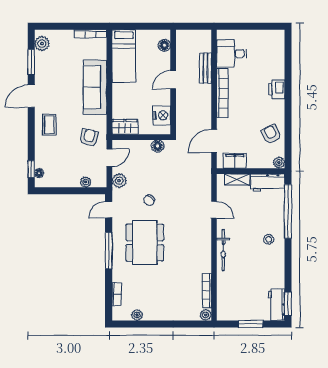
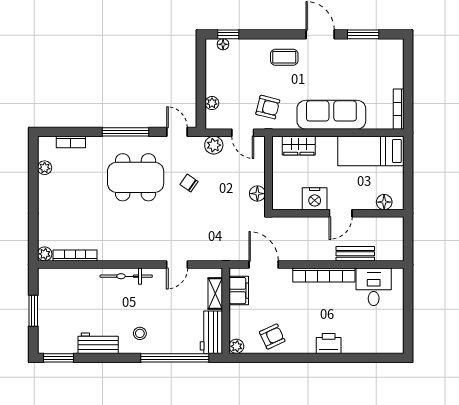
plant: (42, 44) -> (386, 48), removed
door: (173, 80) -> (341, 213), swing flipped
nightstand: (162, 115) -> (315, 199), moved
wardrobe: (125, 127) -> (299, 146), moved, turned 90
workbench: (276, 305) -> (98, 343), moved

